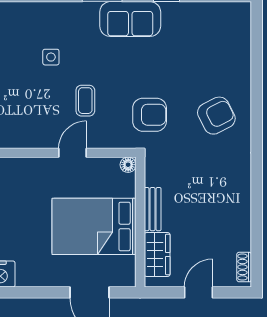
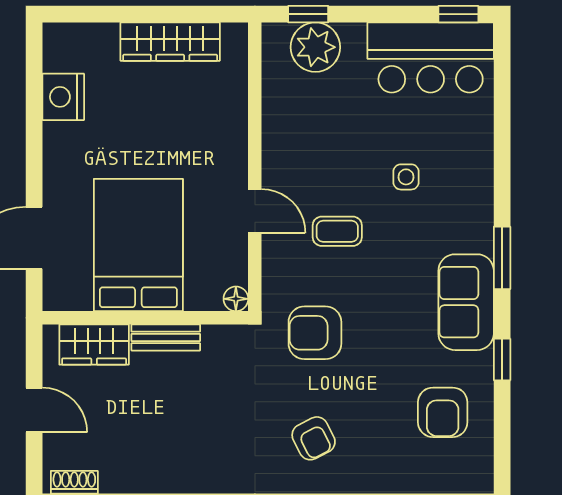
armchair: (200, 34) -> (443, 412), added
armchair: (150, 115) -> (315, 333), turned 90
armchair: (216, 116) -> (314, 438), width x0.72, depth x0.72

